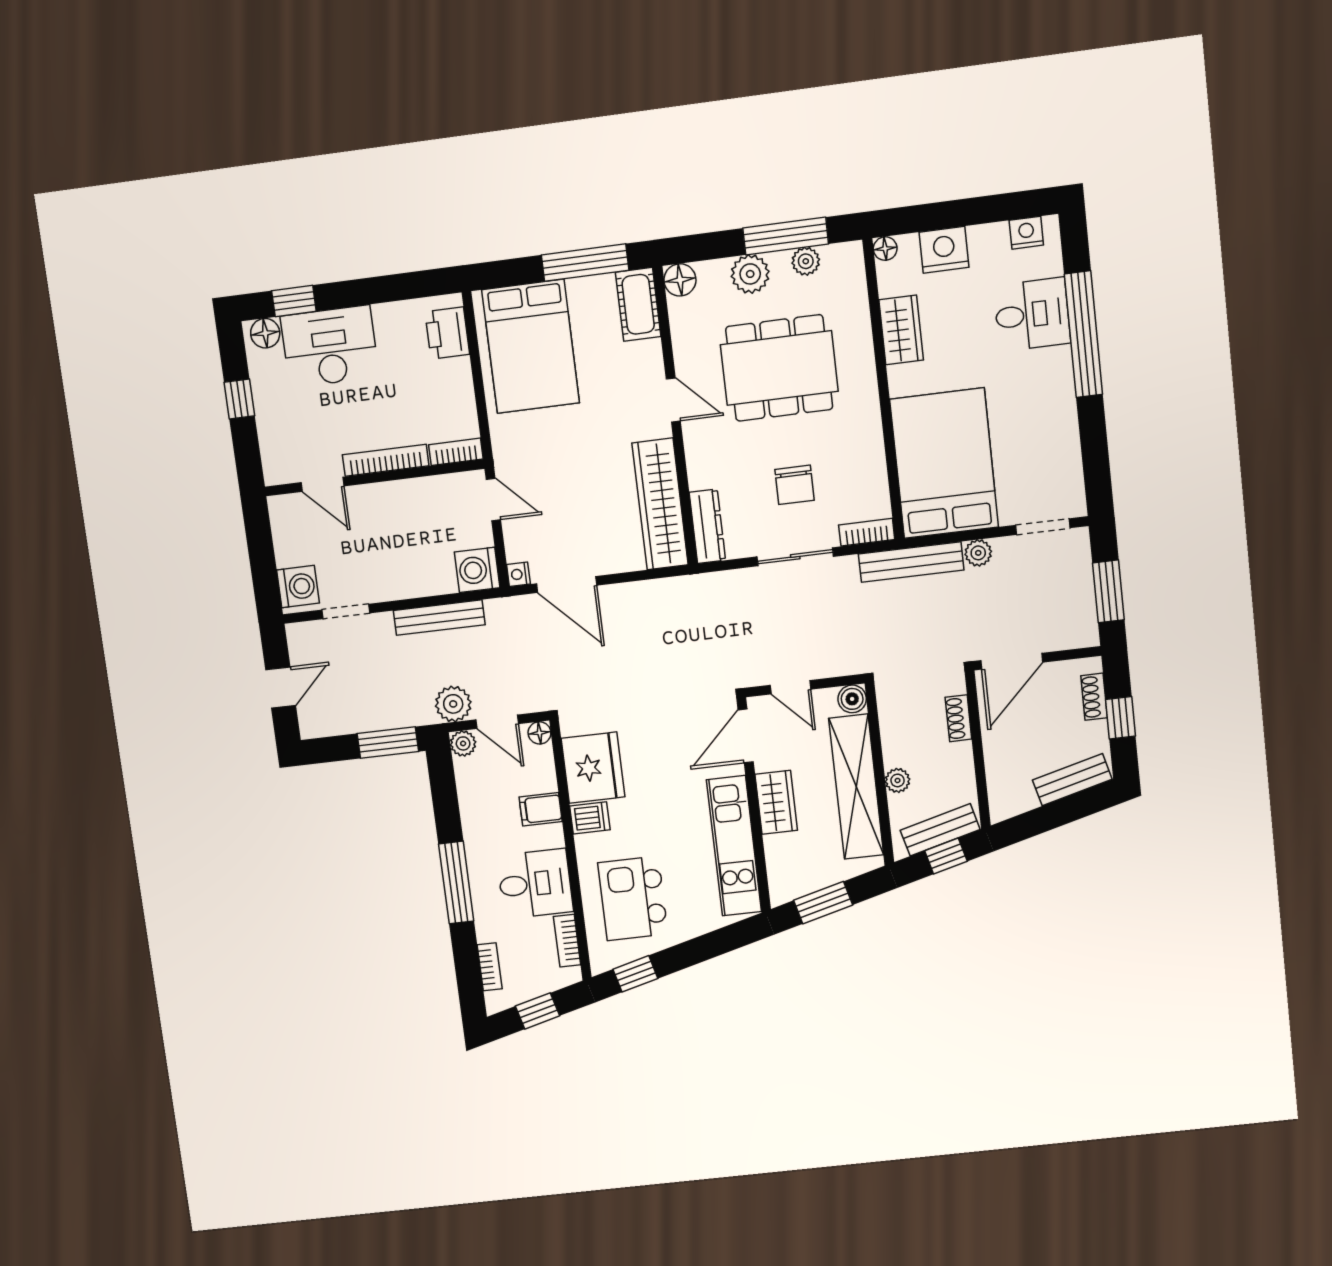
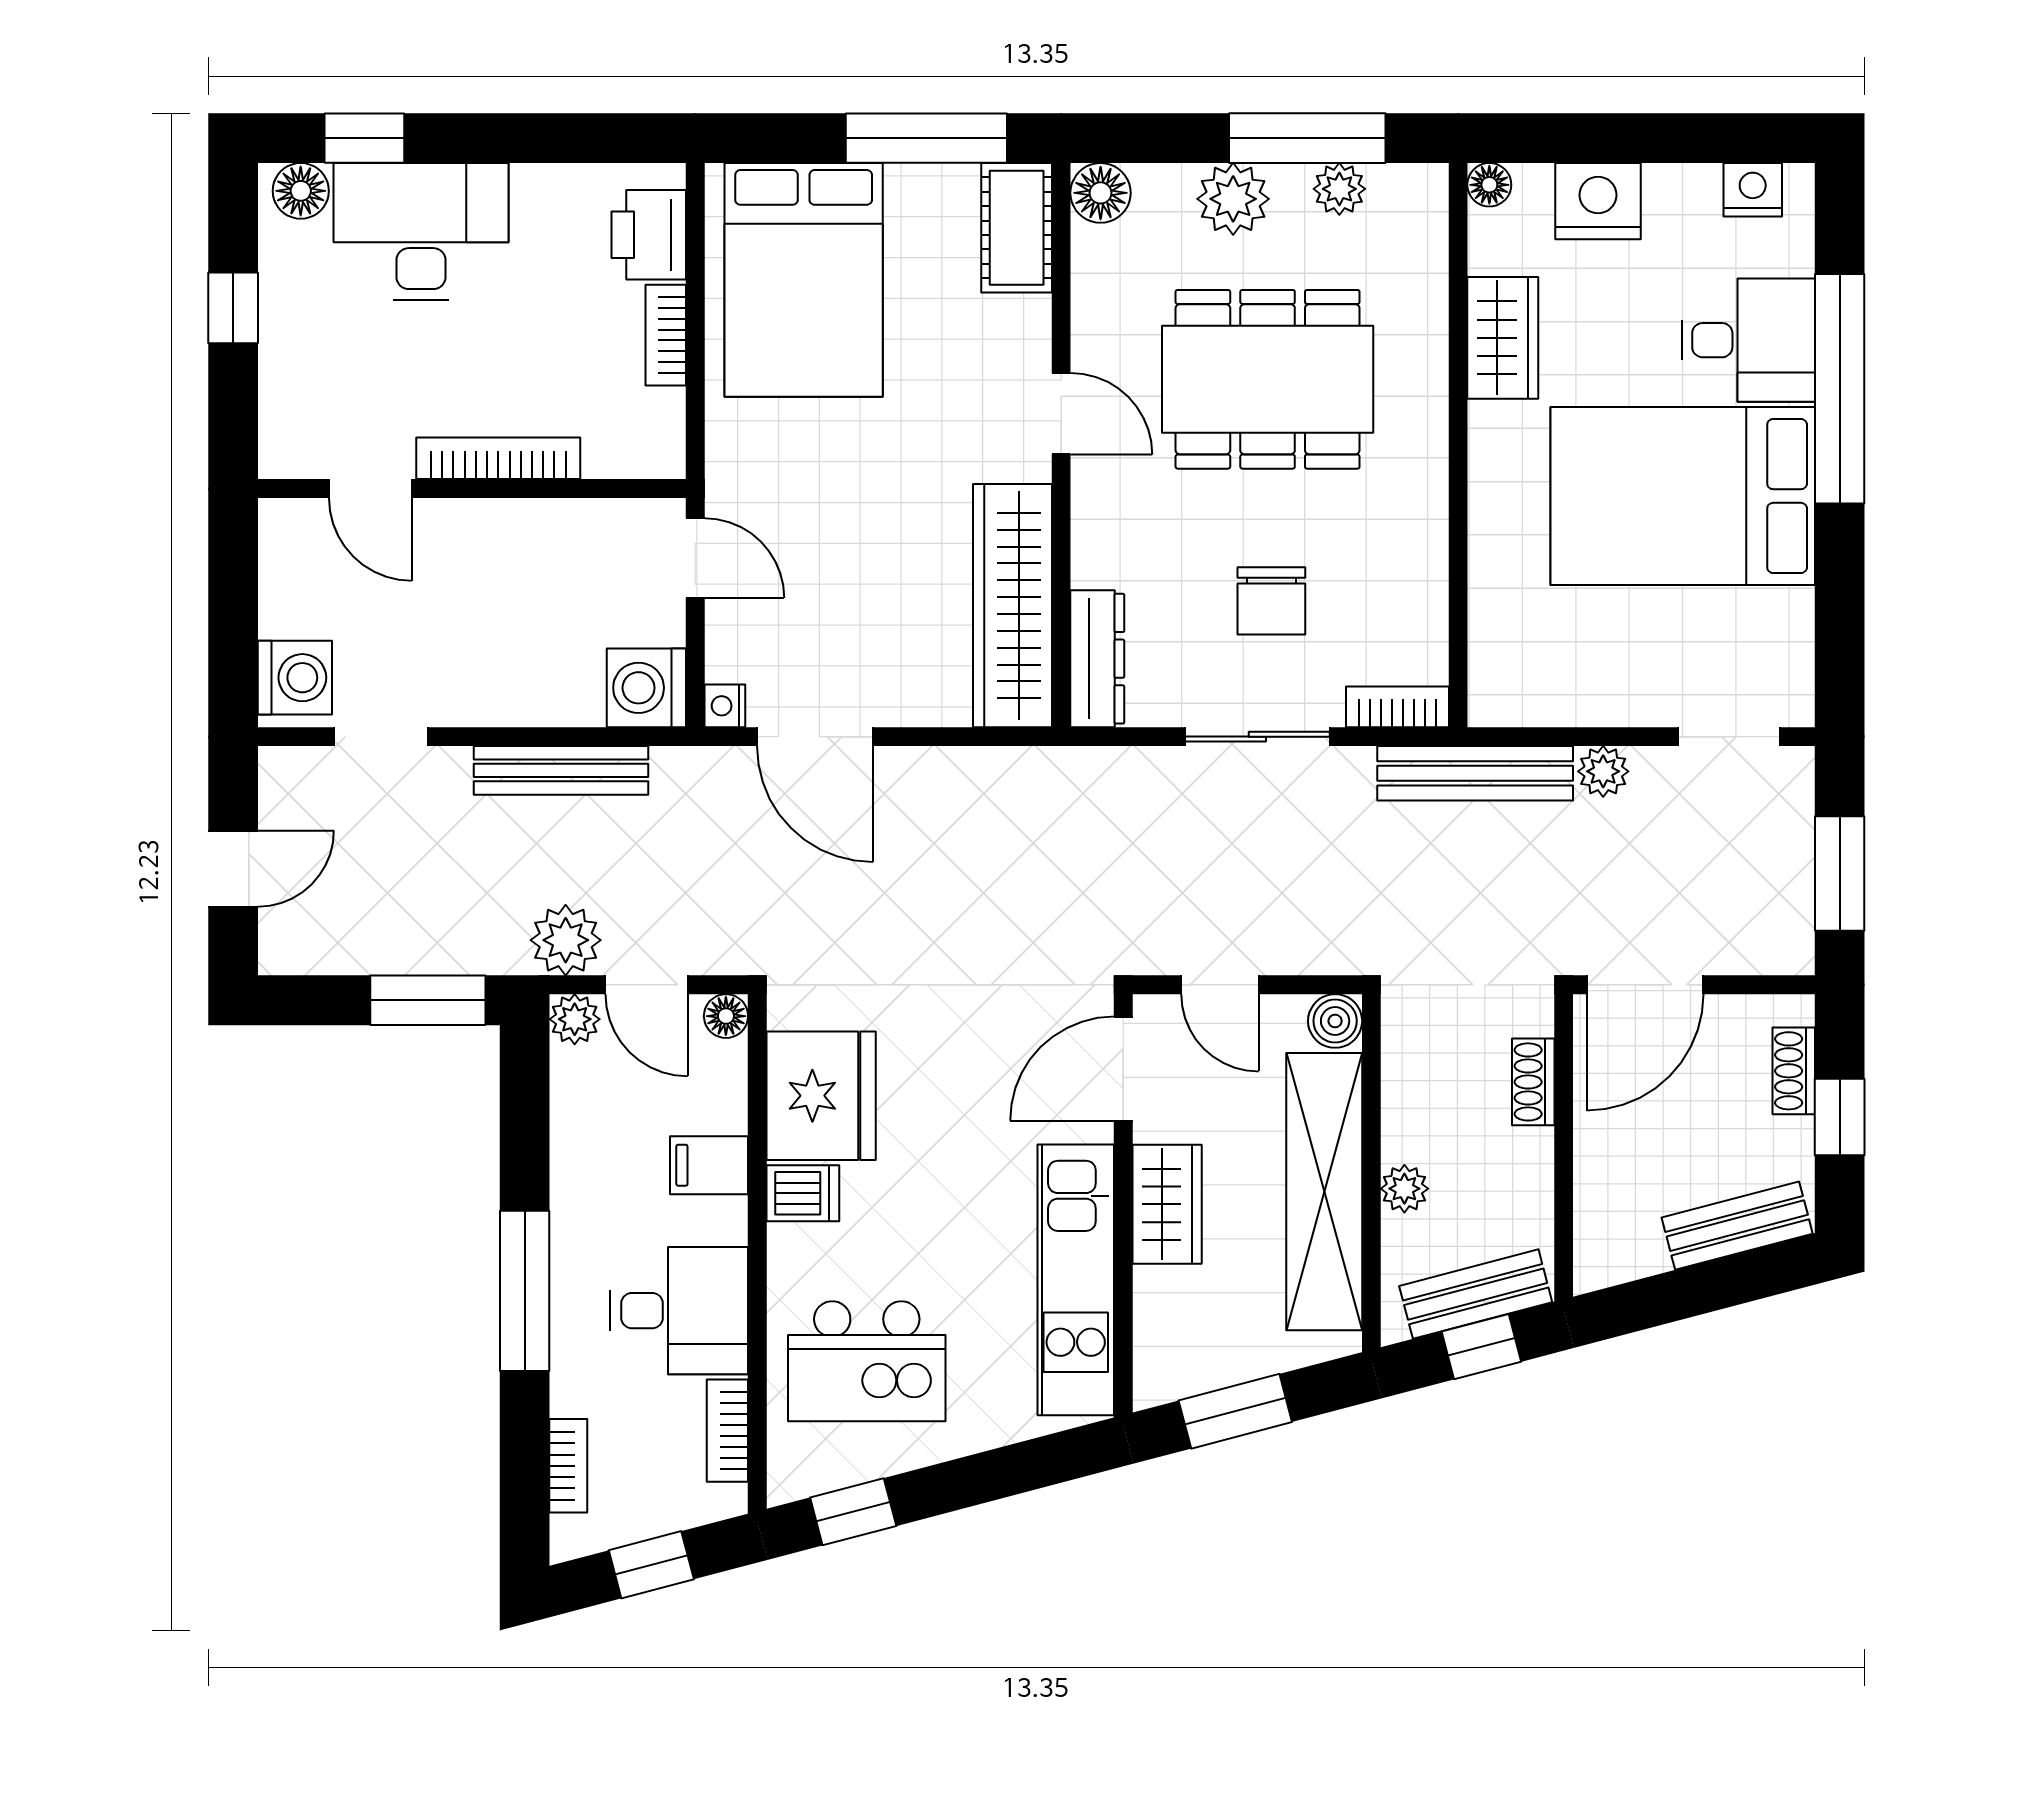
bookcase: (456, 452) -> (666, 335), moved, turned -90
bed: (944, 463) -> (1683, 496), moved, turned -90
kitchen island: (633, 898) -> (867, 1361), turned -90

